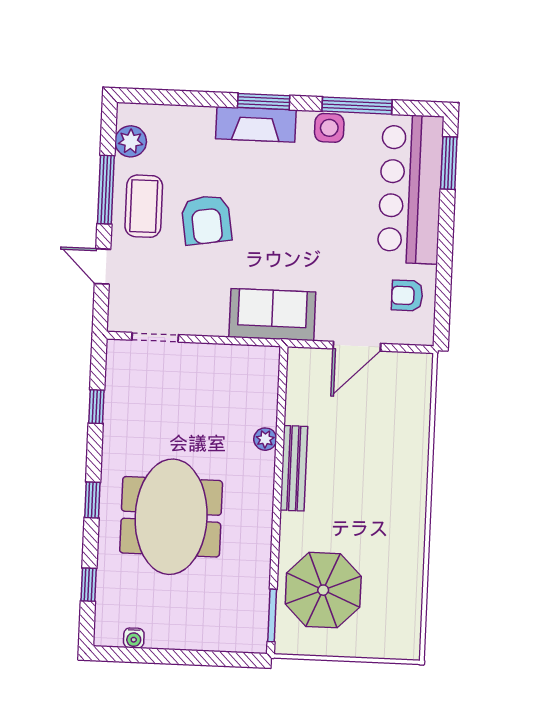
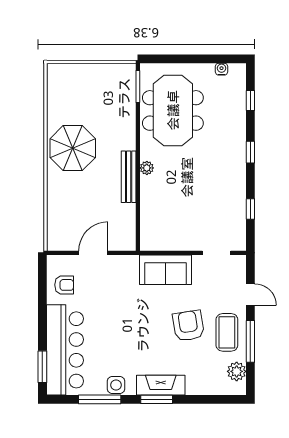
sofa: (272, 315) -> (166, 270), moved
plant: (265, 439) -> (147, 168), moved
meeting table: (171, 517) -> (173, 110), moved
parasol: (323, 590) -> (73, 148), moved

